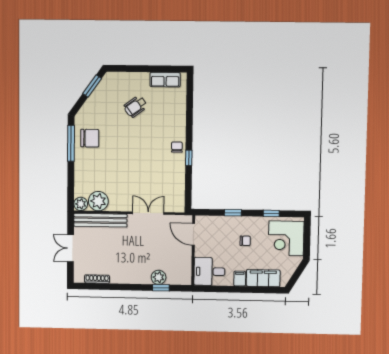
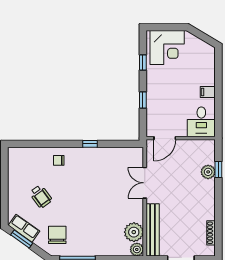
row of seats: (165, 80) -> (24, 228), moved, turned -55
chair: (90, 138) -> (57, 235), moved
chair: (177, 147) -> (59, 160), moved
chair: (245, 241) -> (170, 87), removed
filing cabinet: (263, 278) -> (207, 69), removed

